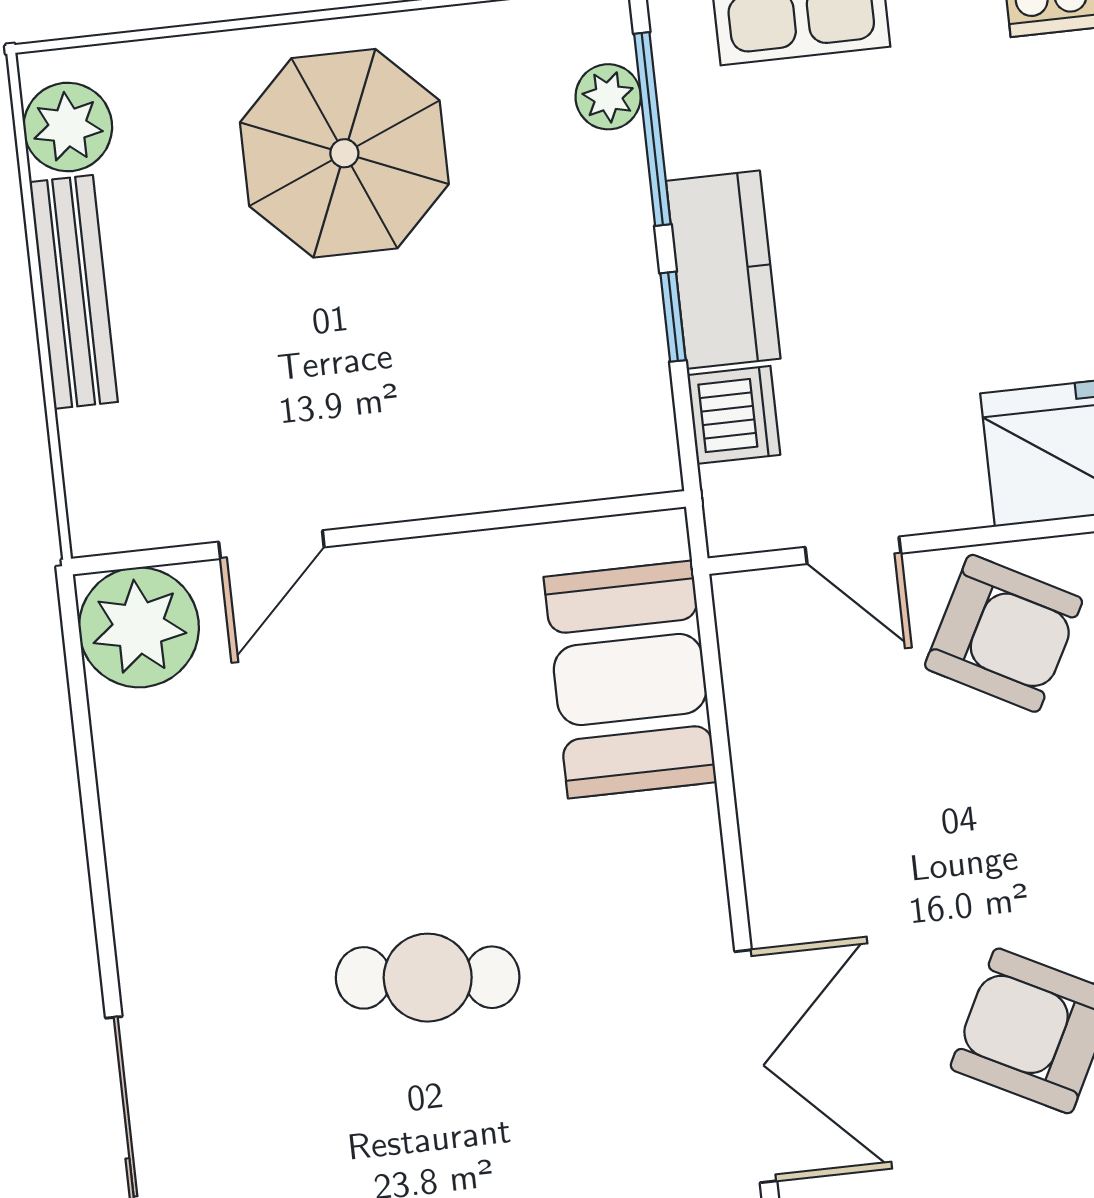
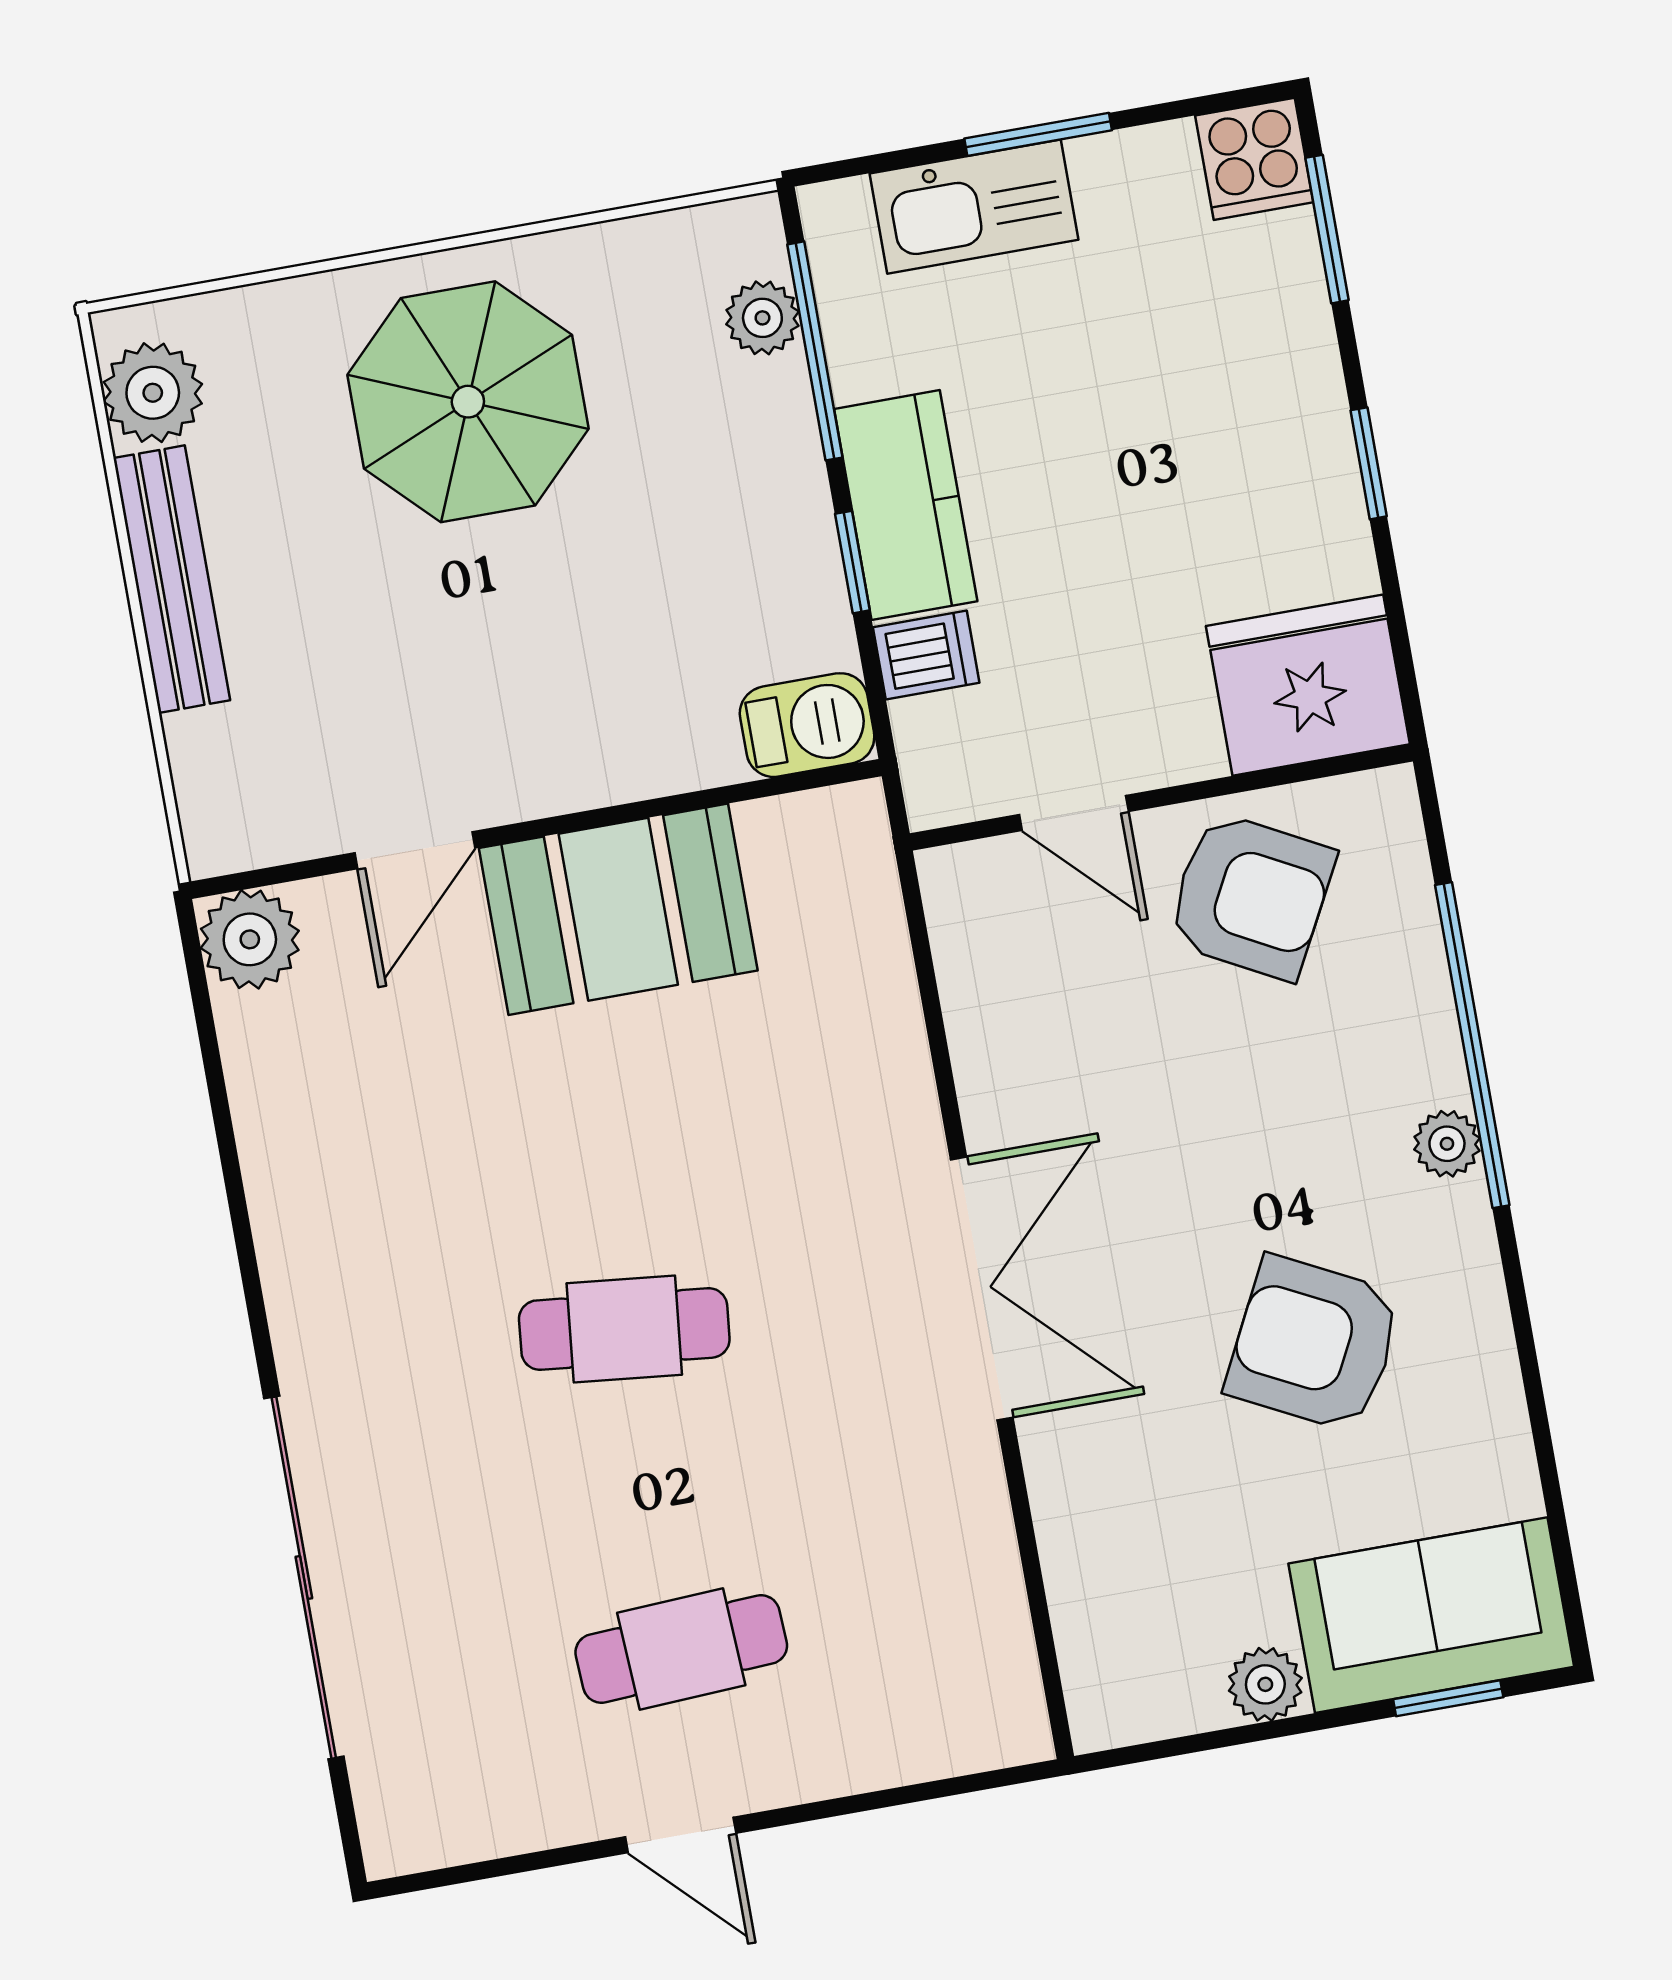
dishwasher: (734, 415) -> (926, 655), width x0.73
barbecue: (624, 457) -> (807, 725), added
plant: (139, 627) -> (250, 939), width x0.73, depth x0.73
booth: (630, 680) -> (618, 909), moved, turned 90
double door: (756, 1066) -> (982, 1288), moved

